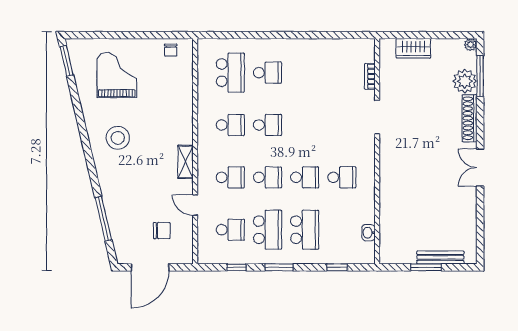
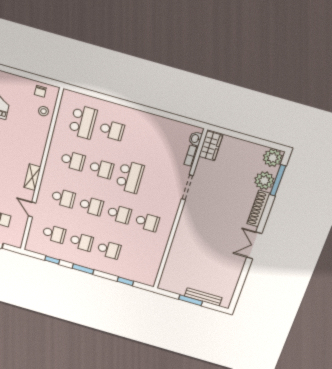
plant: (470, 45) -> (273, 158), width x1.87, depth x1.87
wardrobe: (413, 48) -> (211, 146), moved, turned -90
stool: (180, 73) -> (43, 111), added
school desk: (305, 125) -> (130, 177), added
school desk: (267, 230) -> (81, 242), width x0.54
school desk: (305, 230) -> (109, 250), width x0.54
washbasin: (368, 233) -> (195, 139), moved

